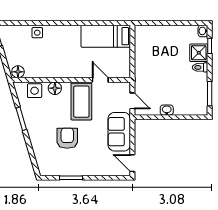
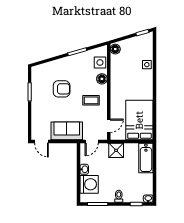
bathtub: (153, 34) -> (146, 158), added
bed: (106, 36) -> (139, 120), width x1.50
shower: (199, 53) -> (116, 150), moved
door: (100, 80) -> (109, 126), moved
coffee table: (81, 102) -> (91, 100), width x0.54, depth x0.58
washing machine: (185, 104) -> (89, 184), added
door: (132, 163) -> (41, 142), swing flipped

